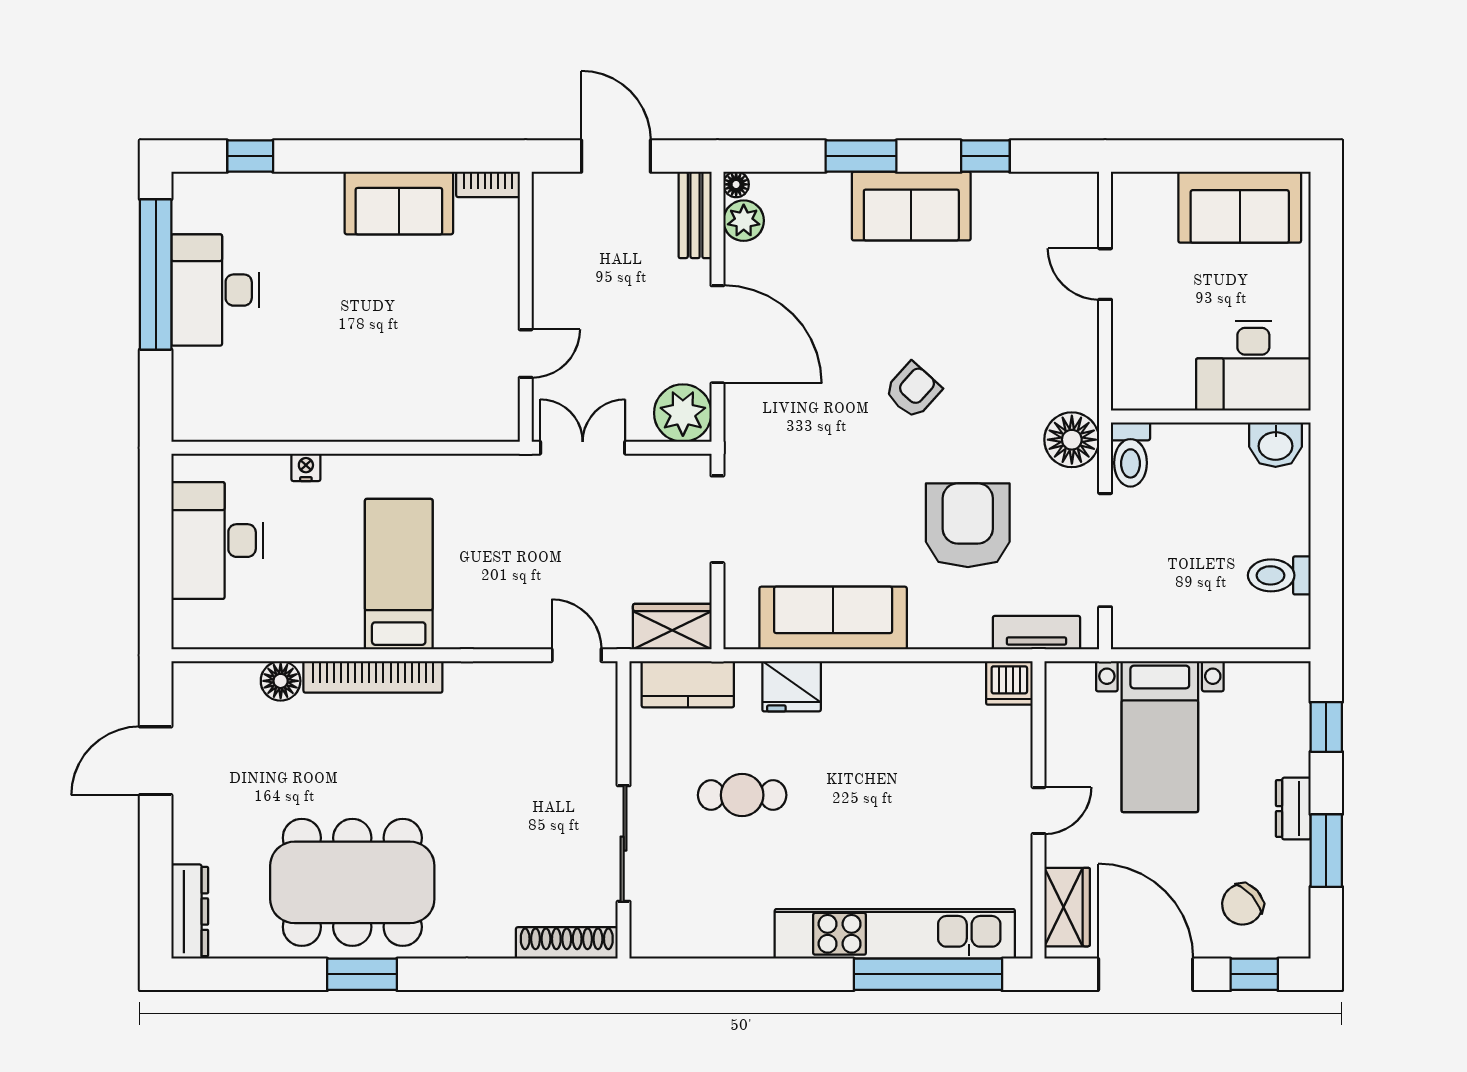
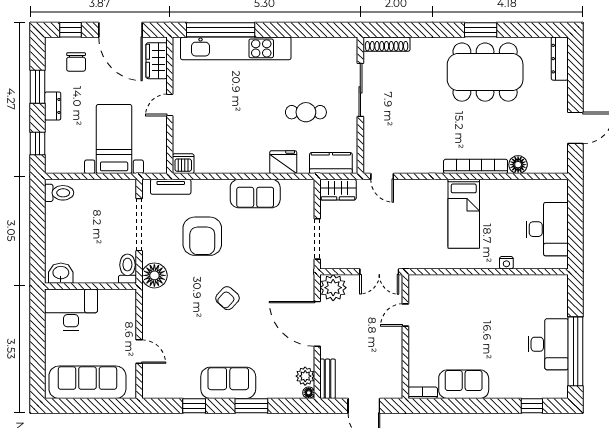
sofa: (1240, 207) -> (87, 382), width x1.36
toilet: (1279, 575) -> (59, 193), moved
sofa: (833, 618) -> (255, 194), width x0.73
chair: (1242, 904) -> (76, 62), turned 132

